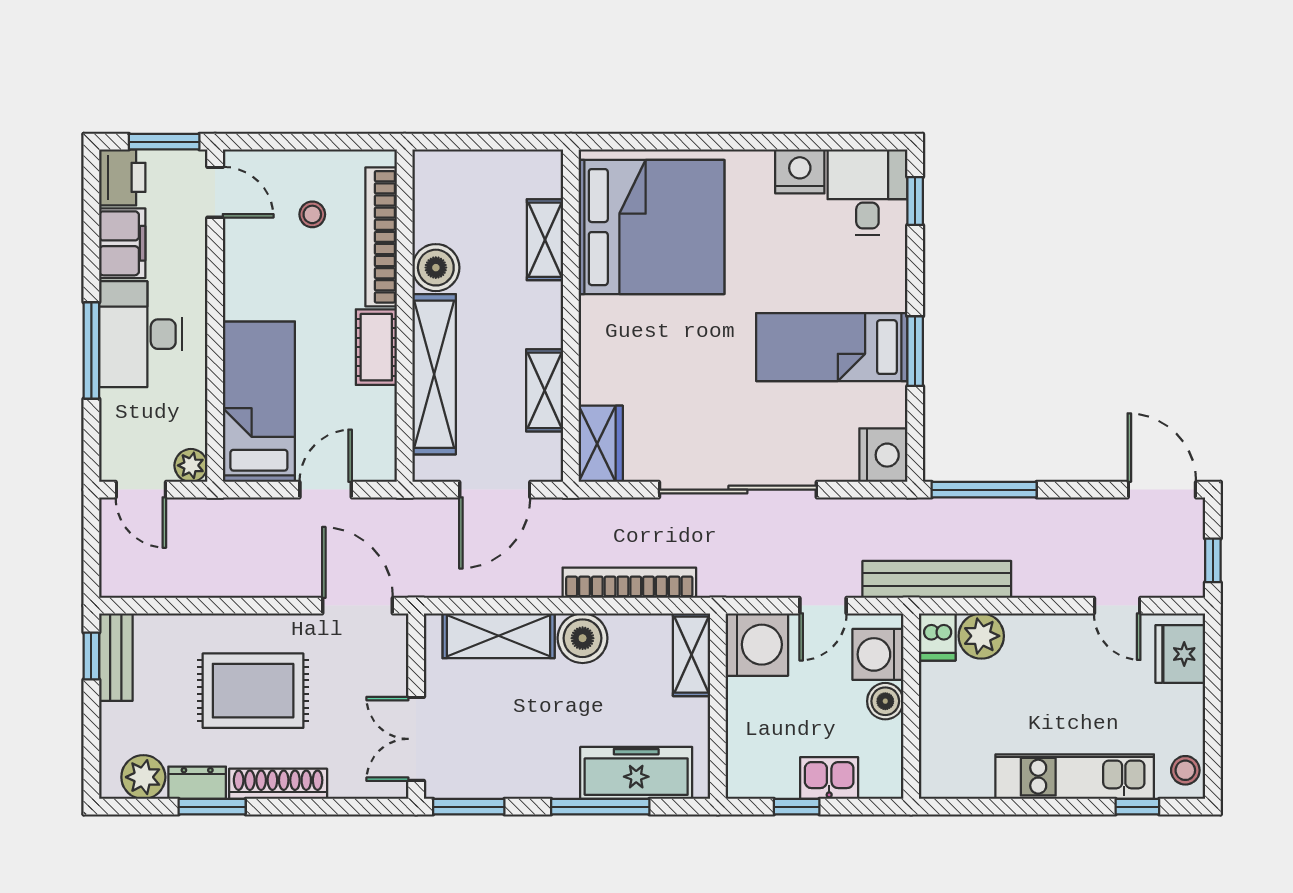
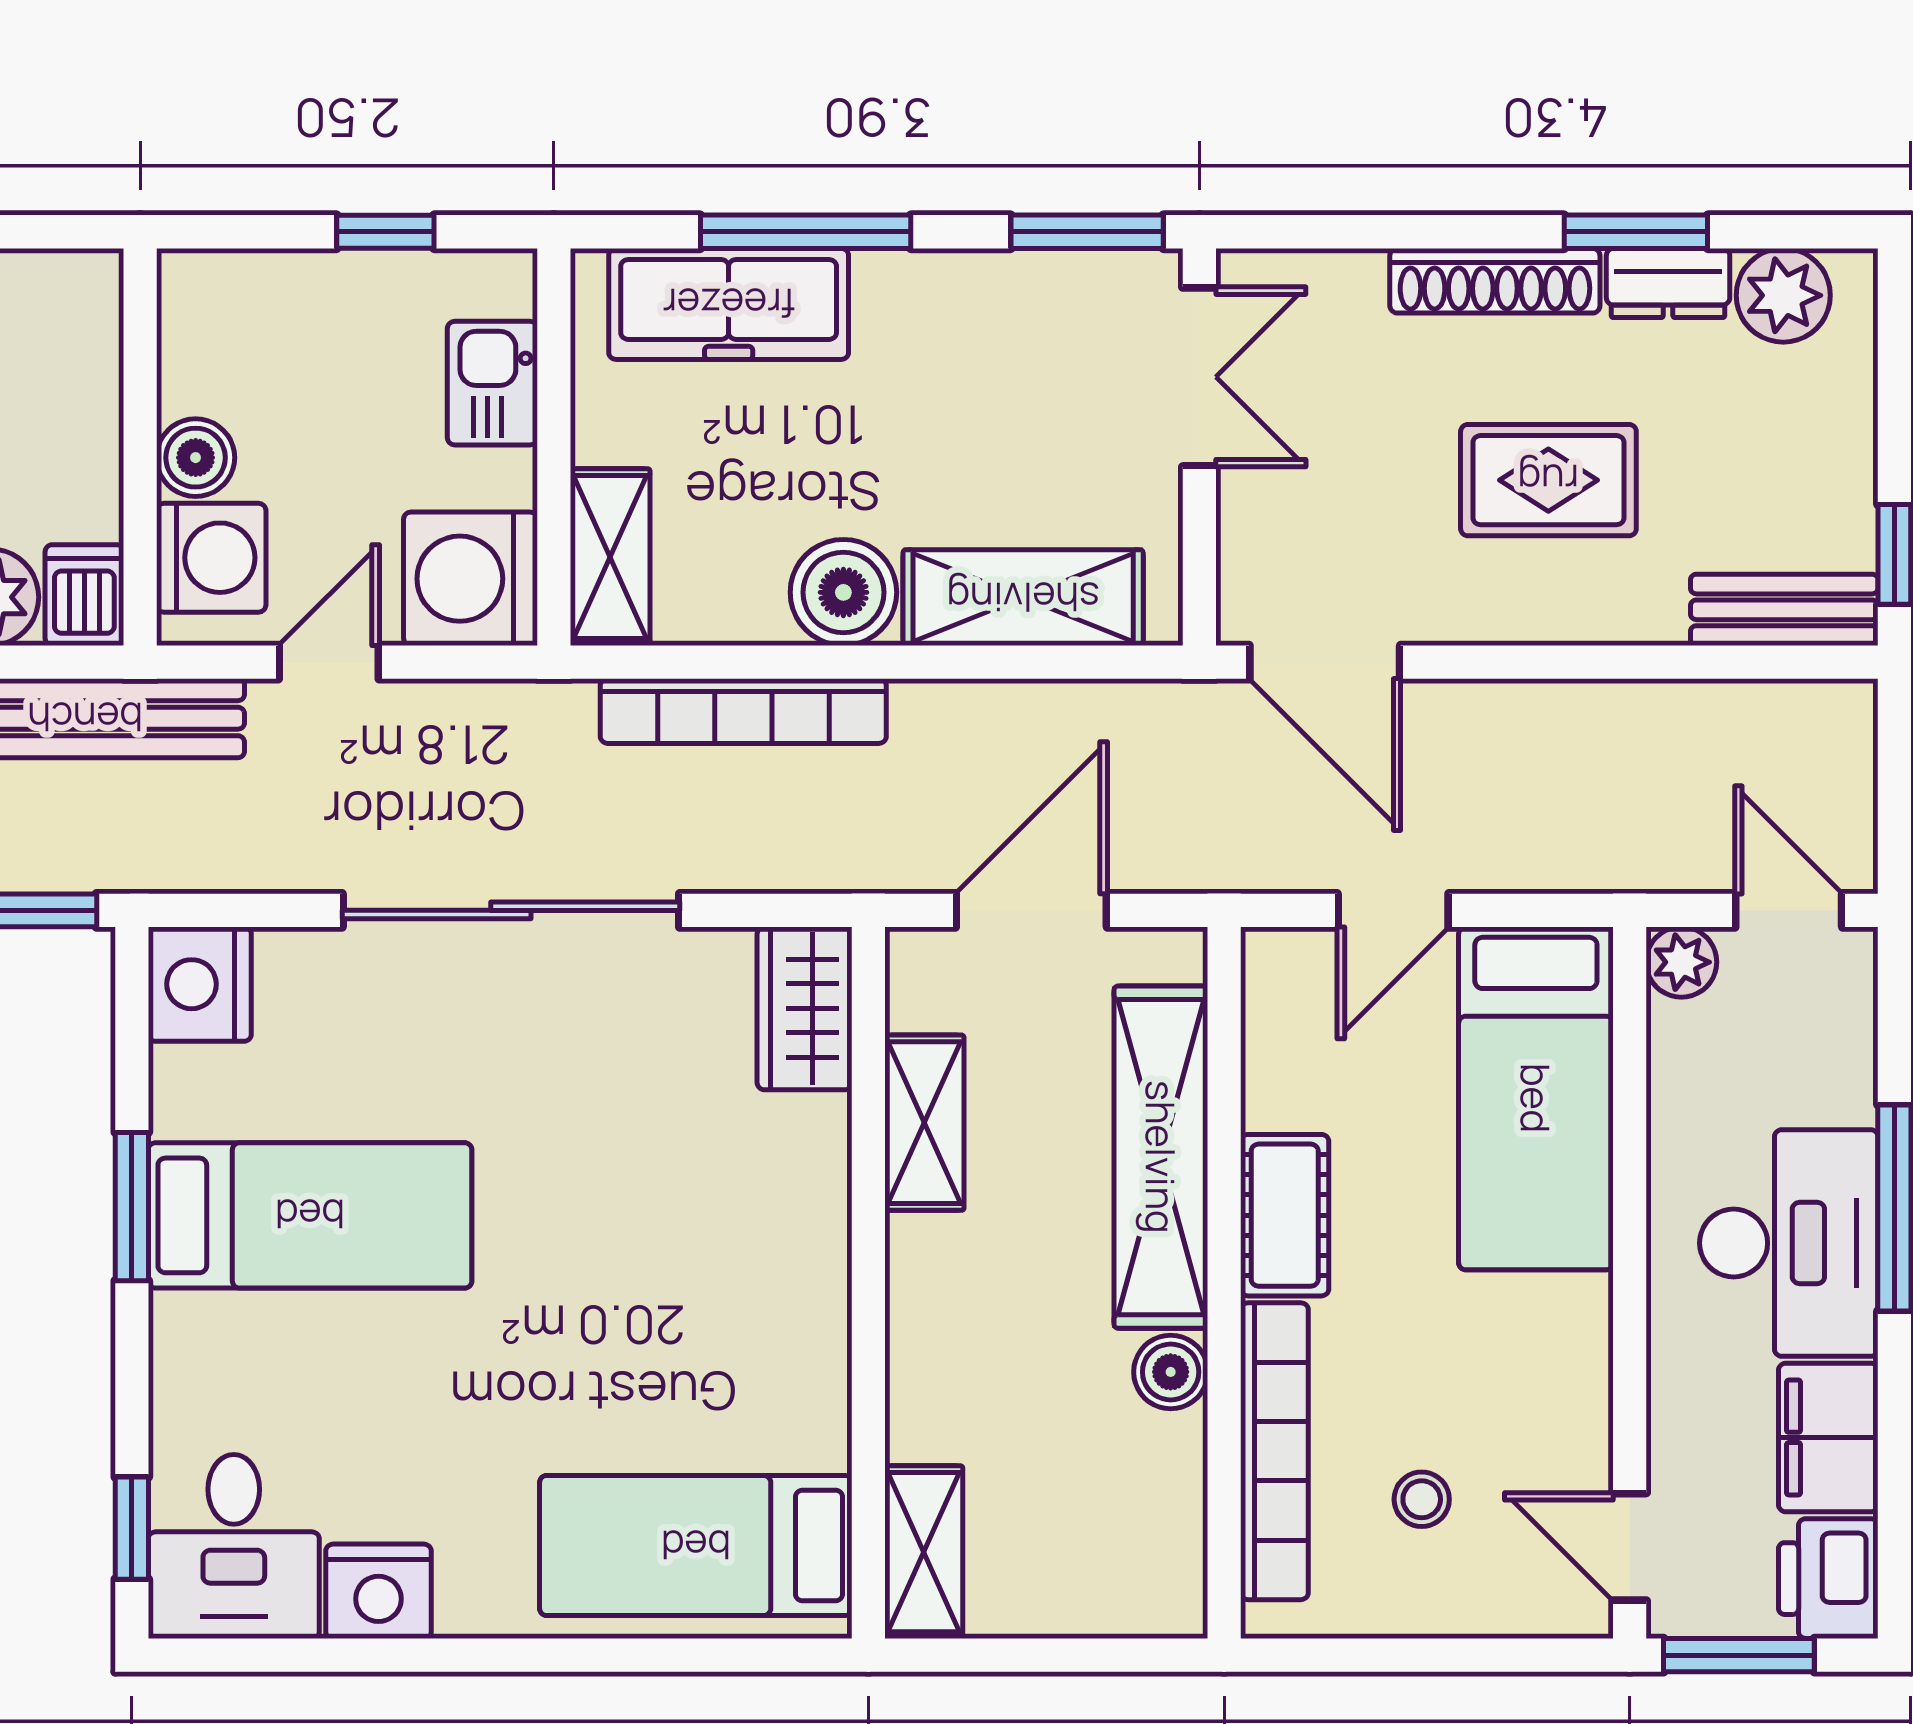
bed: (652, 227) -> (696, 1546), width x0.49
shelving: (545, 240) -> (924, 1552), moved
boiler: (436, 268) -> (1171, 1372), width x0.73, depth x0.73
bench: (116, 657) -> (1784, 610), moved, turned 90
rug: (253, 691) -> (1548, 480), width x0.73, depth x0.70
kitchen sink: (829, 778) -> (492, 383), moved, turned 90

